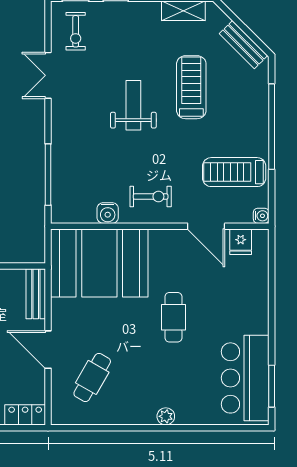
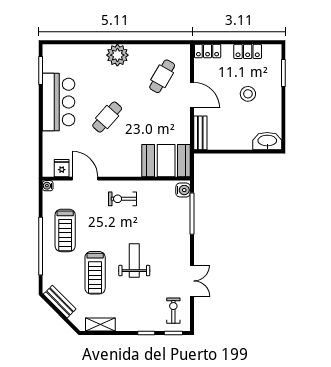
weight bench: (133, 105) -> (134, 261), turned 180
treadmill: (234, 172) -> (65, 230), moved, turned 90
water cooler: (108, 213) -> (183, 190), moved, turned 90
booth: (99, 263) -> (166, 161), width x0.73, depth x0.70
cafe table: (173, 317) -> (107, 117), turned 42
bar counter: (245, 378) -> (59, 102), moved
plant: (166, 416) -> (117, 55), width x1.87, depth x1.87

